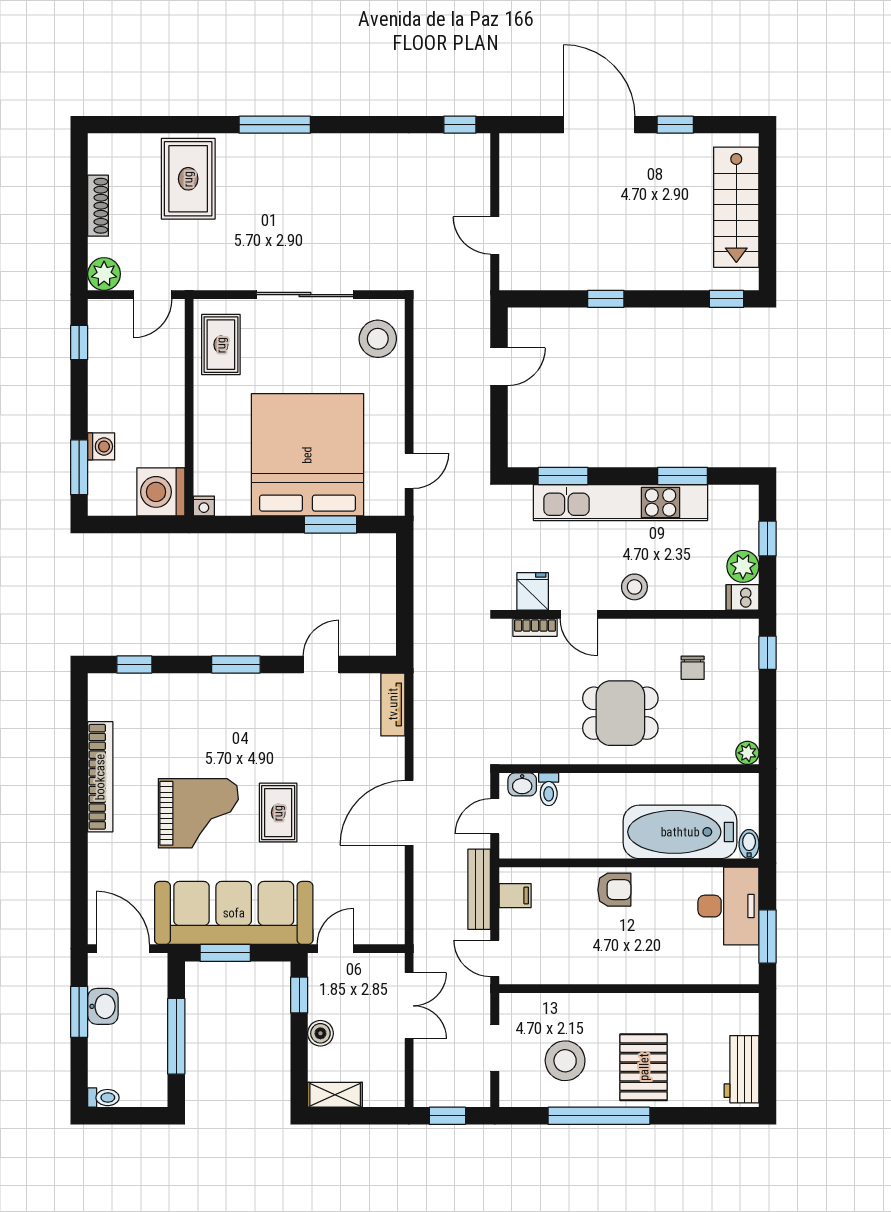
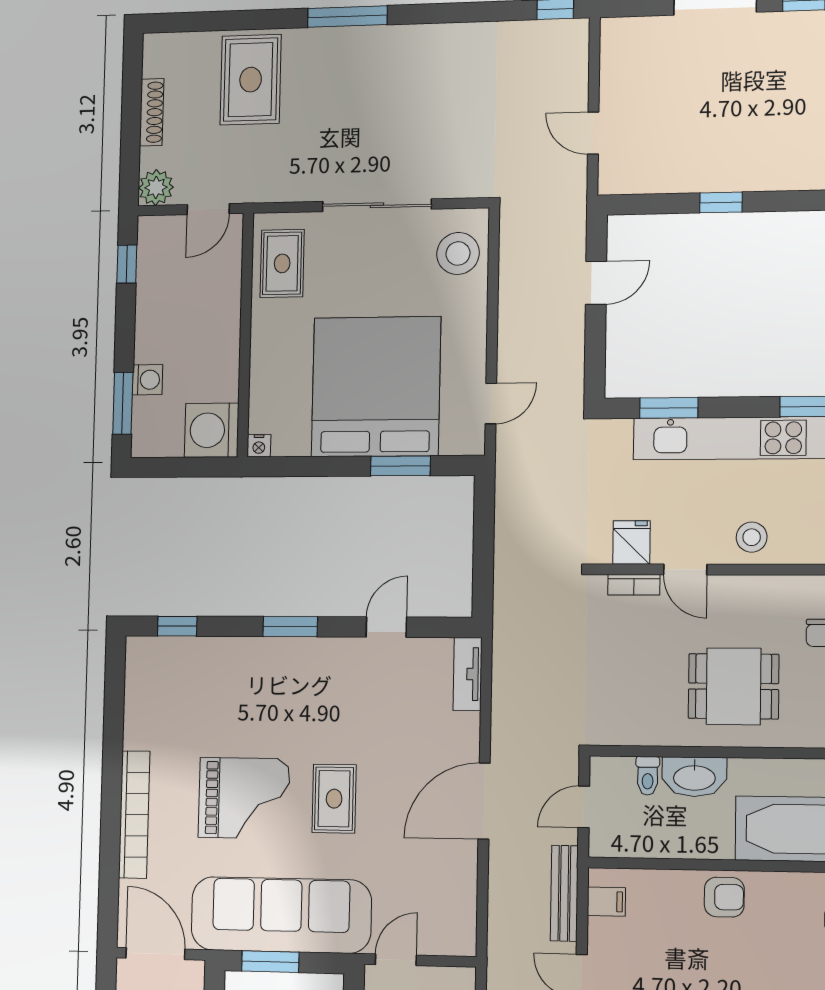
bookcase: (100, 777) -> (134, 814), moved
washbasin: (522, 784) -> (694, 777), moved, width x1.91, depth x1.45

